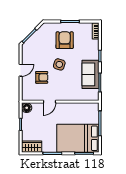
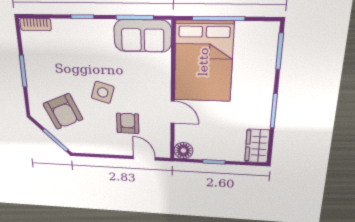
armchair: (65, 40) -> (63, 112), moved, turned -114
door: (21, 70) -> (144, 158), moved
sofa: (91, 74) -> (143, 36), moved
bed: (78, 138) -> (203, 62), moved

